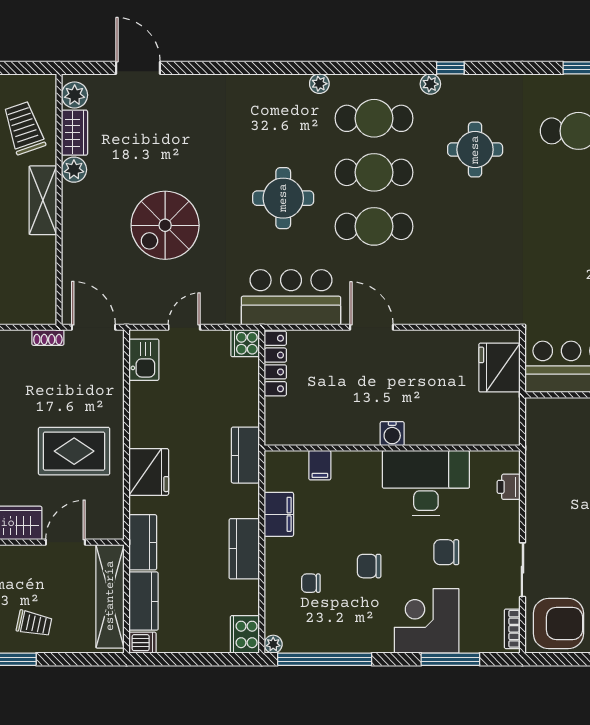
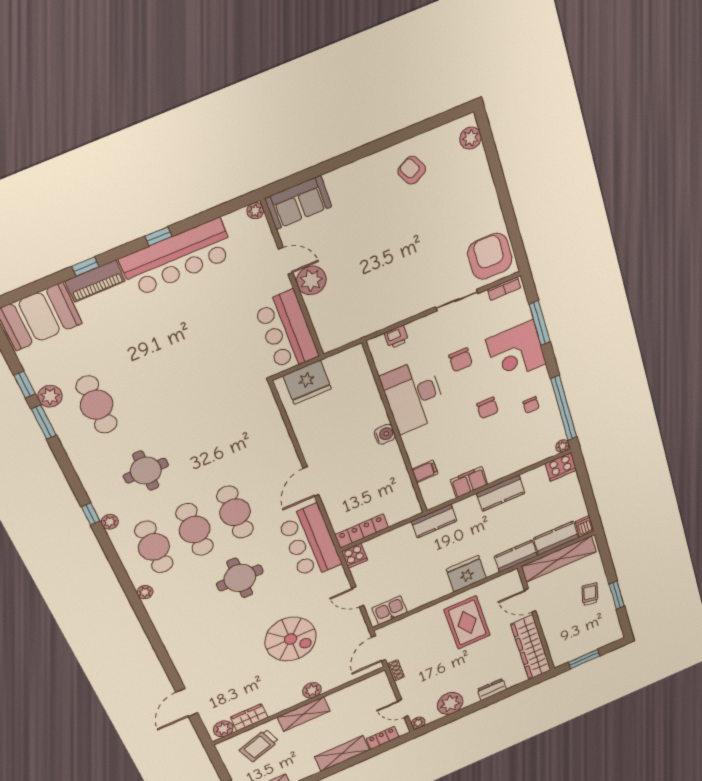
plant: (74, 170) -> (312, 690), moved
chair: (311, 583) -> (531, 405), moved

